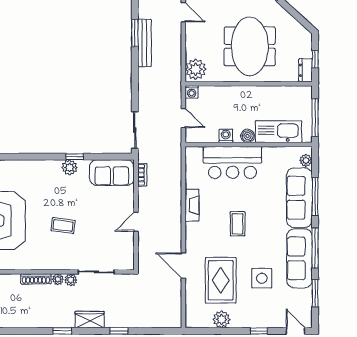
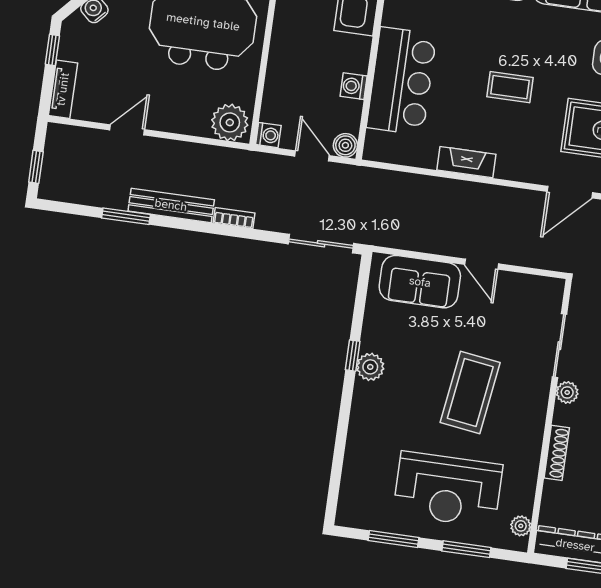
window: (135, 33) -> (126, 216), moved
door: (183, 118) -> (312, 156), hinge flipped
boiler: (248, 136) -> (345, 145), moved
sofa: (112, 173) -> (420, 282), moved, turned 90
bookcase: (142, 175) -> (234, 218), moved
coffee table: (63, 226) -> (470, 393), width x1.86, depth x1.72
plant: (58, 279) -> (563, 415), removed

